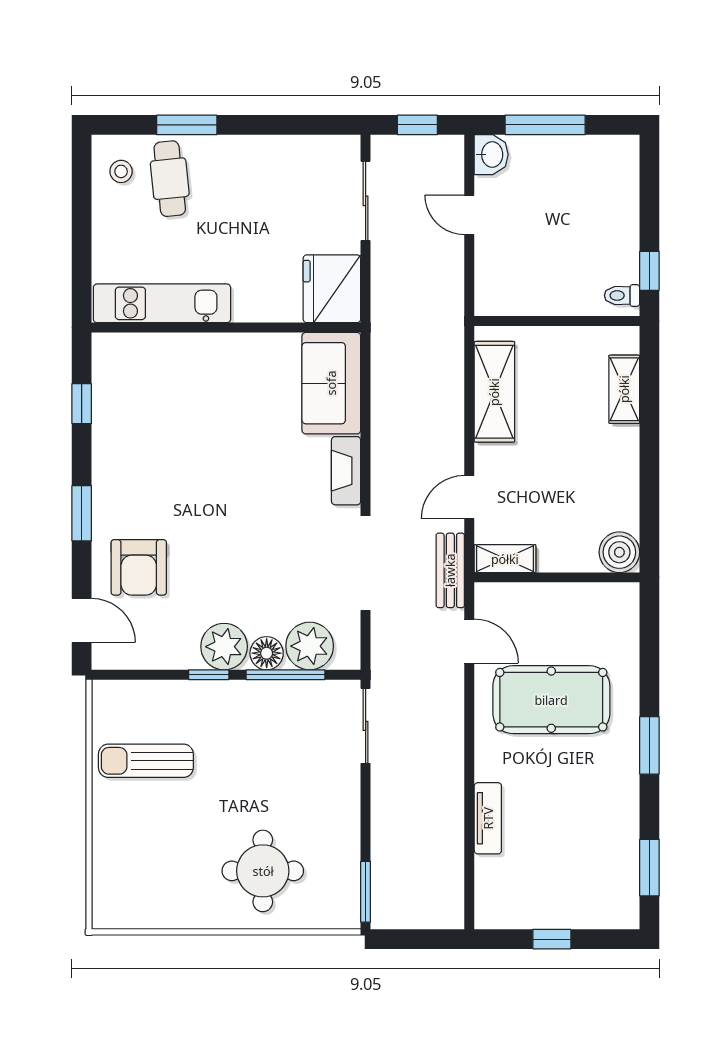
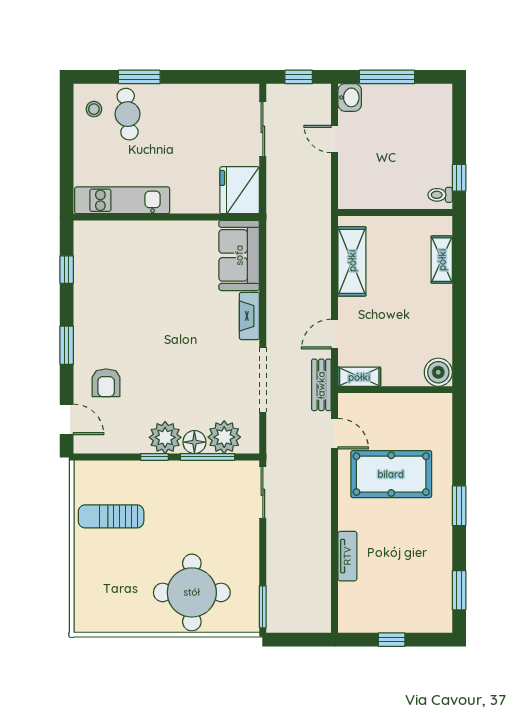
armchair: (139, 567) -> (106, 383), width x0.72, depth x0.72
round table: (263, 871) -> (192, 592), width x1.36, depth x1.36

